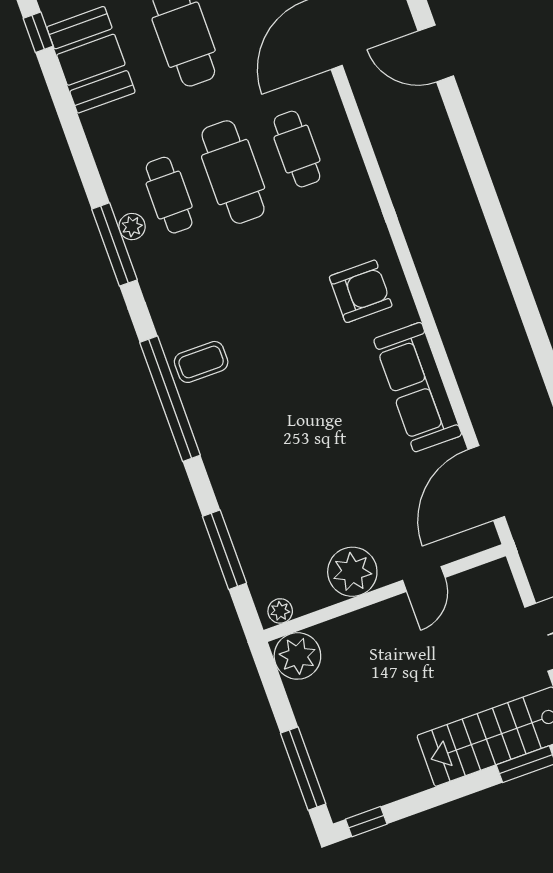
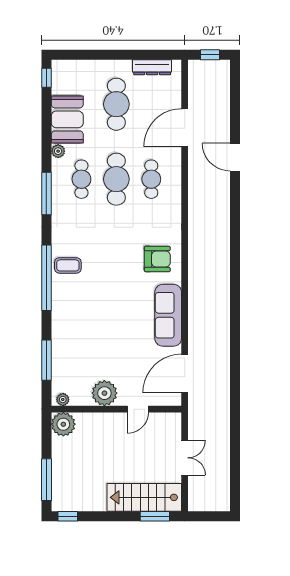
booth: (91, 60) -> (67, 119), moved
plant: (132, 227) -> (58, 151), moved

